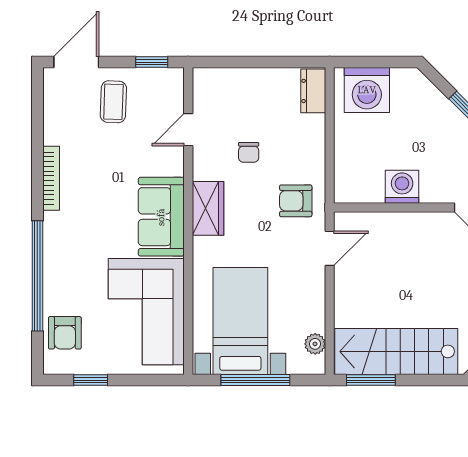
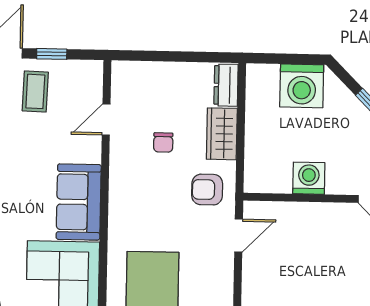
window: (152, 62) -> (52, 54), moved
washing machine: (367, 90) -> (302, 86), moved
wardrobe: (208, 208) -> (222, 134), moved, turned 180

